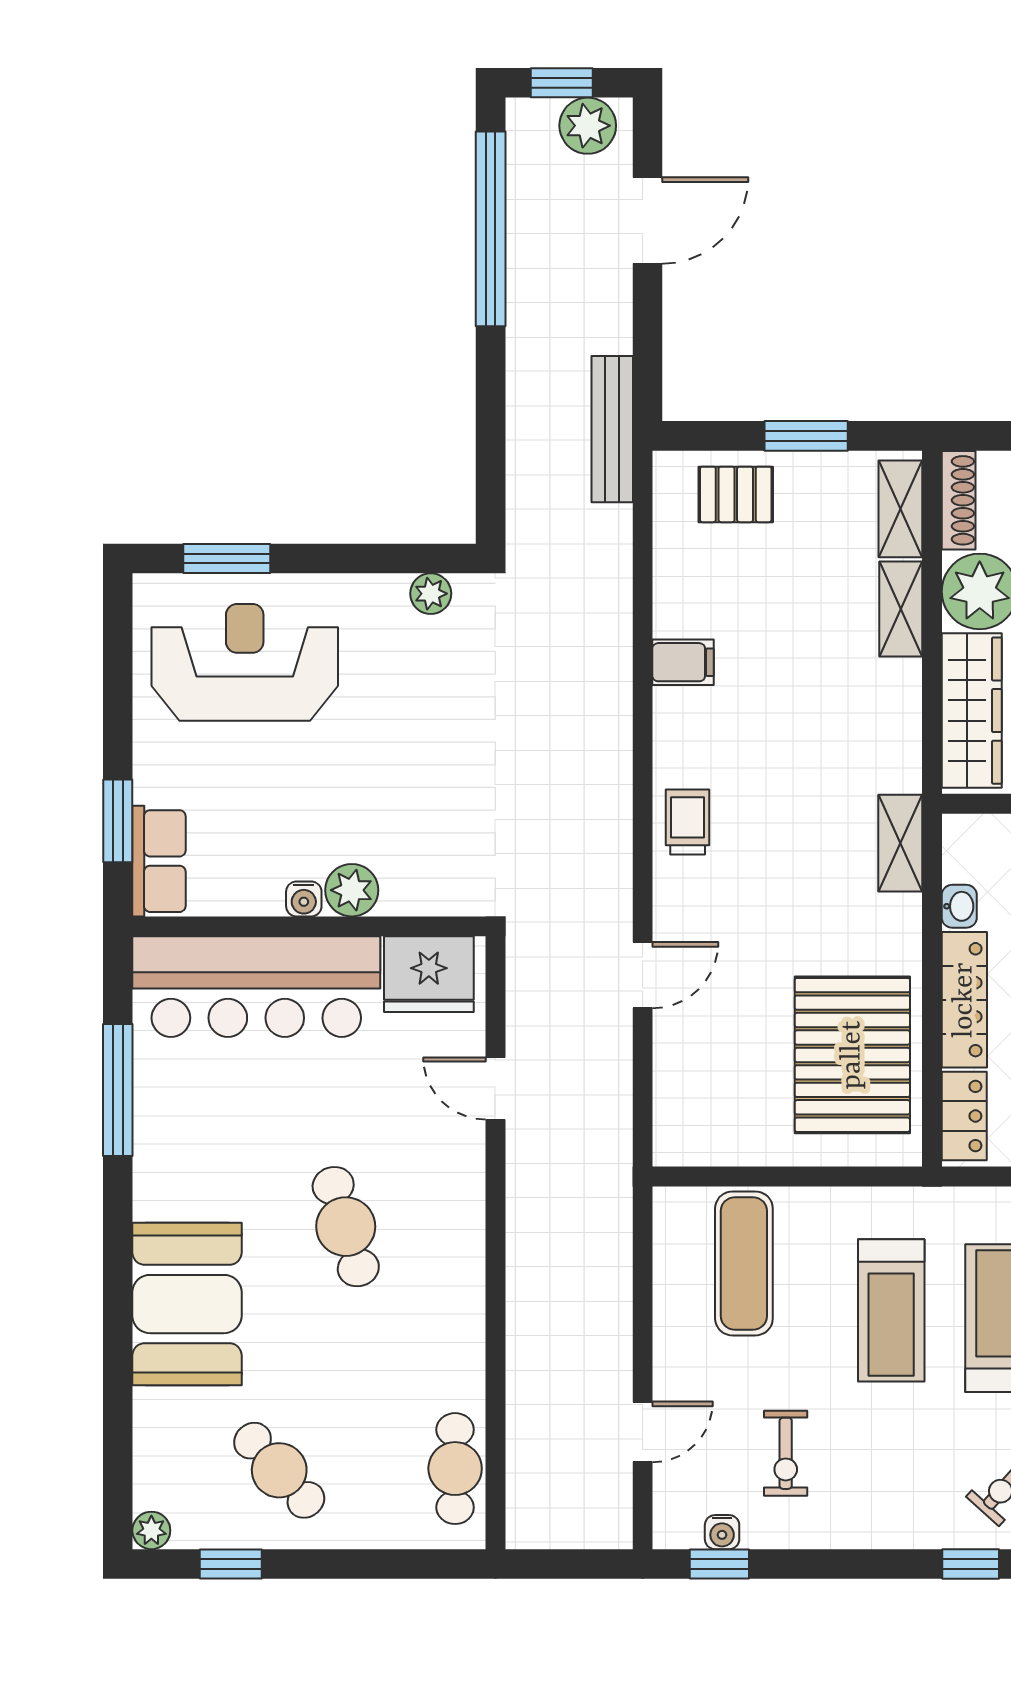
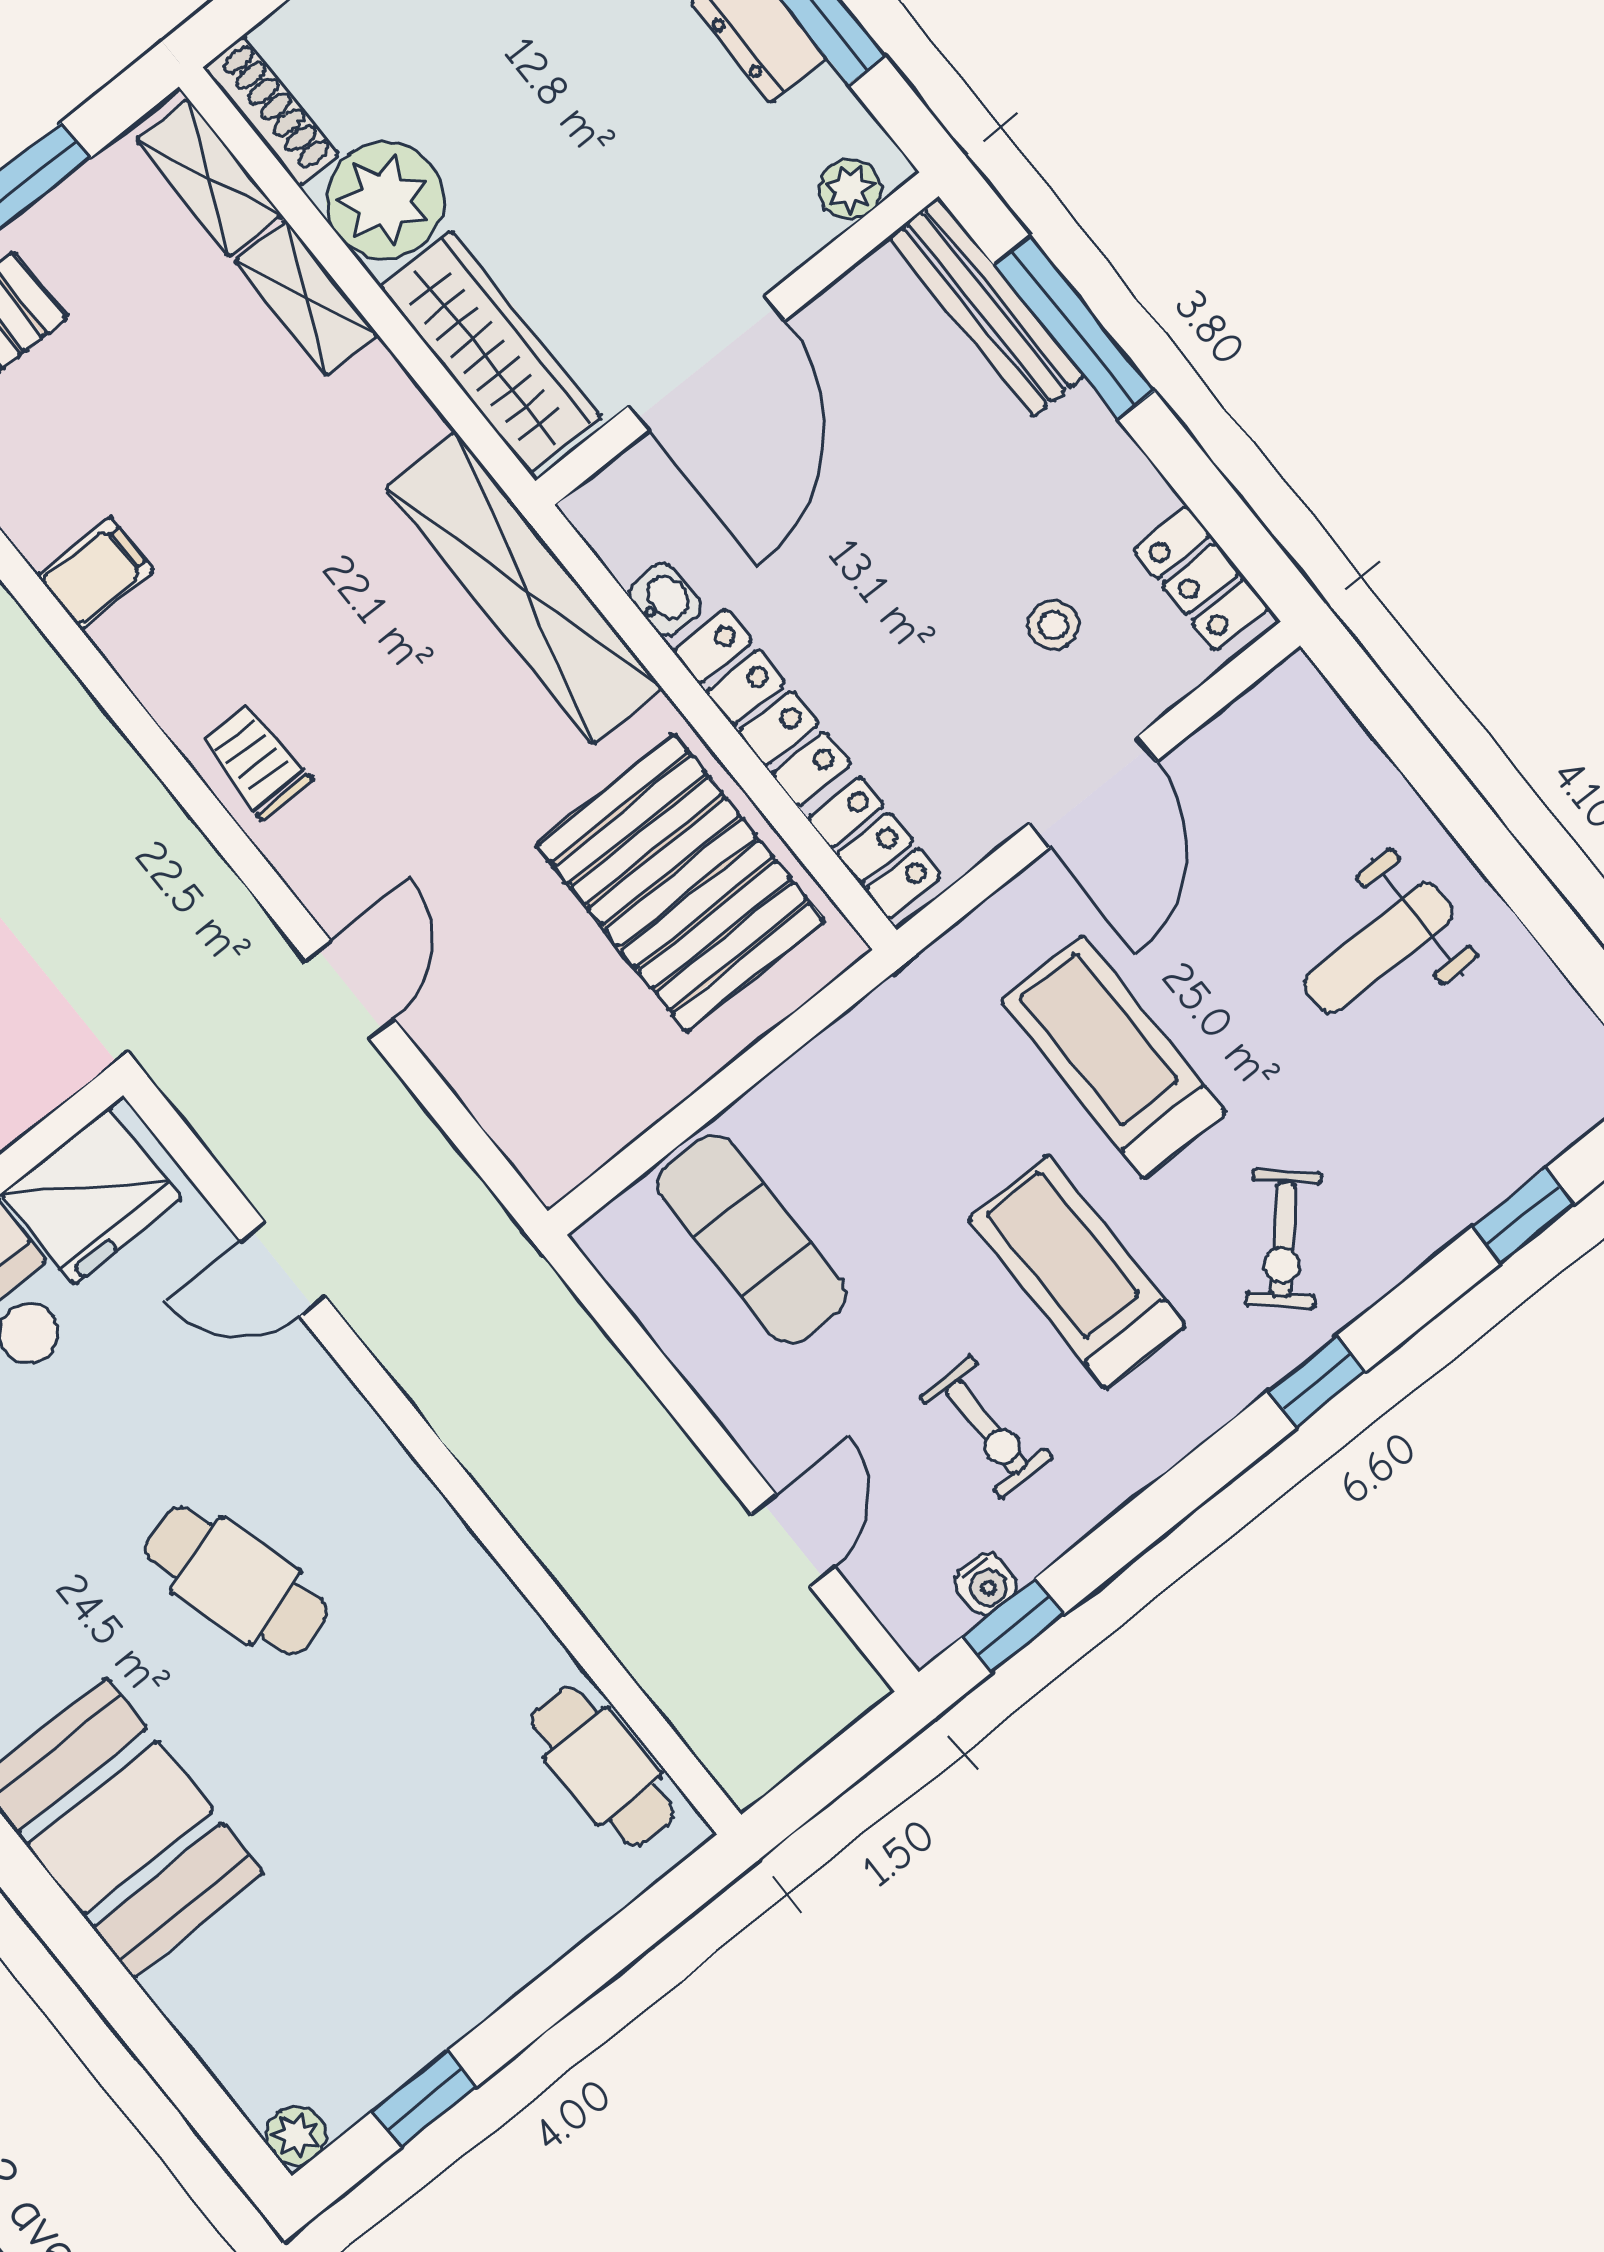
shelving: (900, 843) -> (524, 588), width x2.20, depth x1.33
treadmill: (891, 1310) -> (1077, 1272), moved, turned 180
cafe table: (279, 1470) -> (392, 1939), removed

